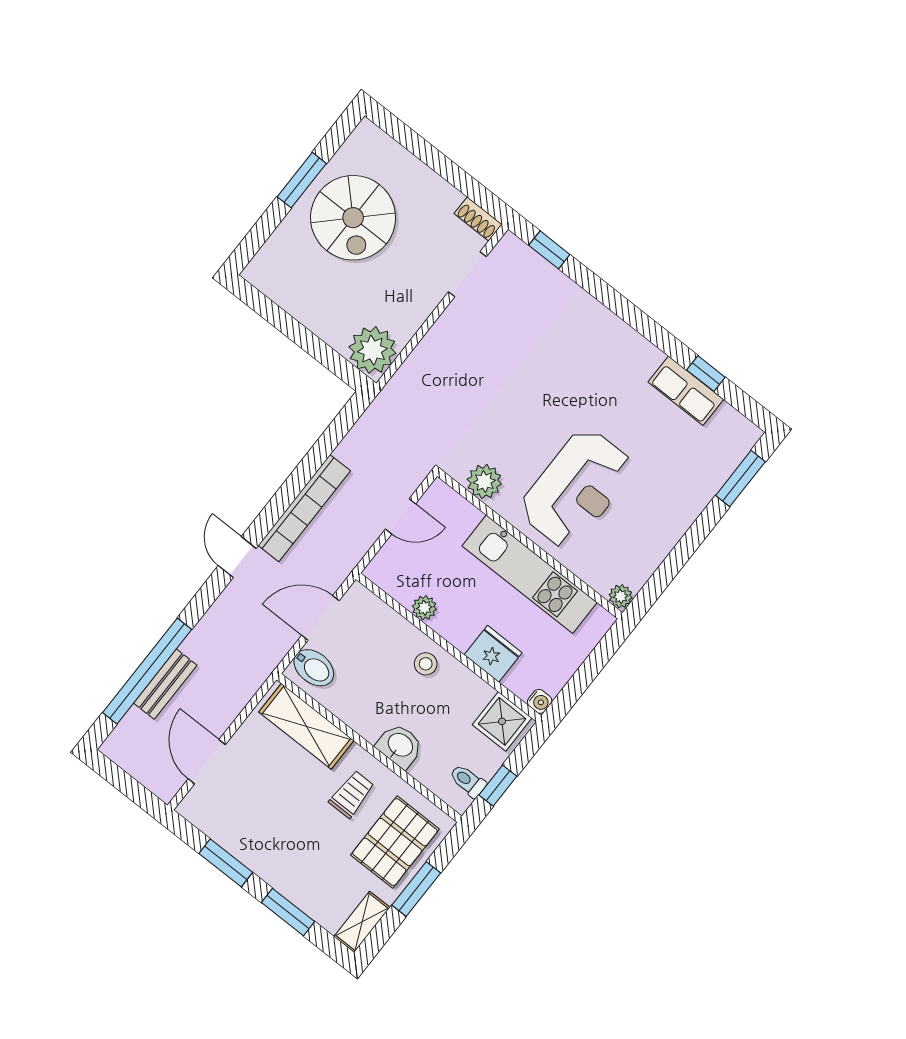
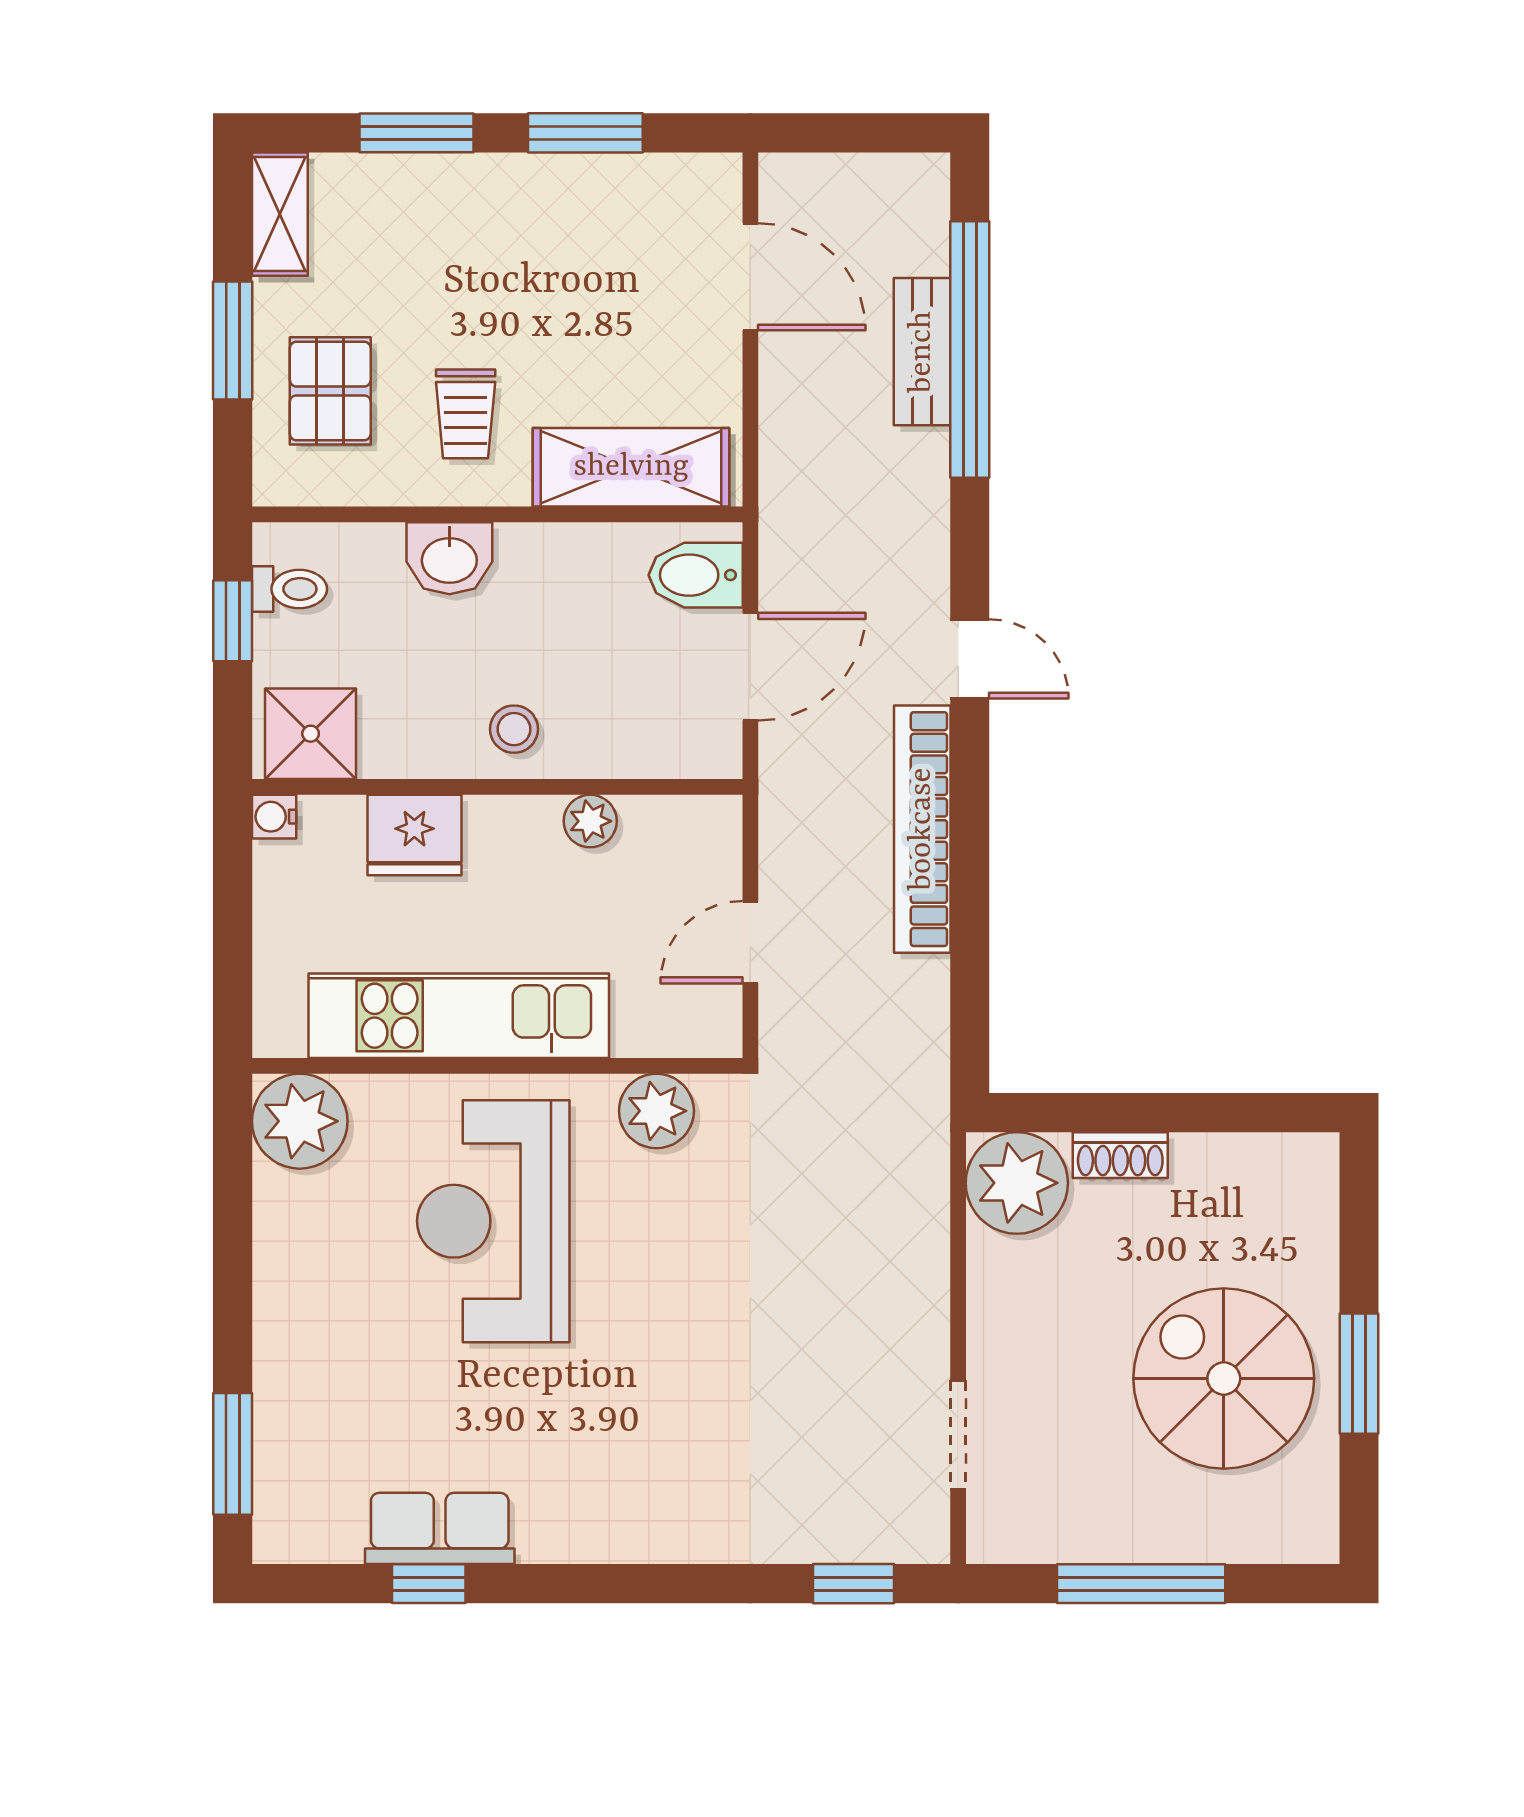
window: (443, 166) -> (1141, 1584), added
shoe rack: (478, 219) -> (1120, 1155), moved, turned 180
plant: (621, 596) -> (300, 1121), width x1.87, depth x1.87
pallet: (395, 842) -> (330, 391), width x0.67, depth x0.71

